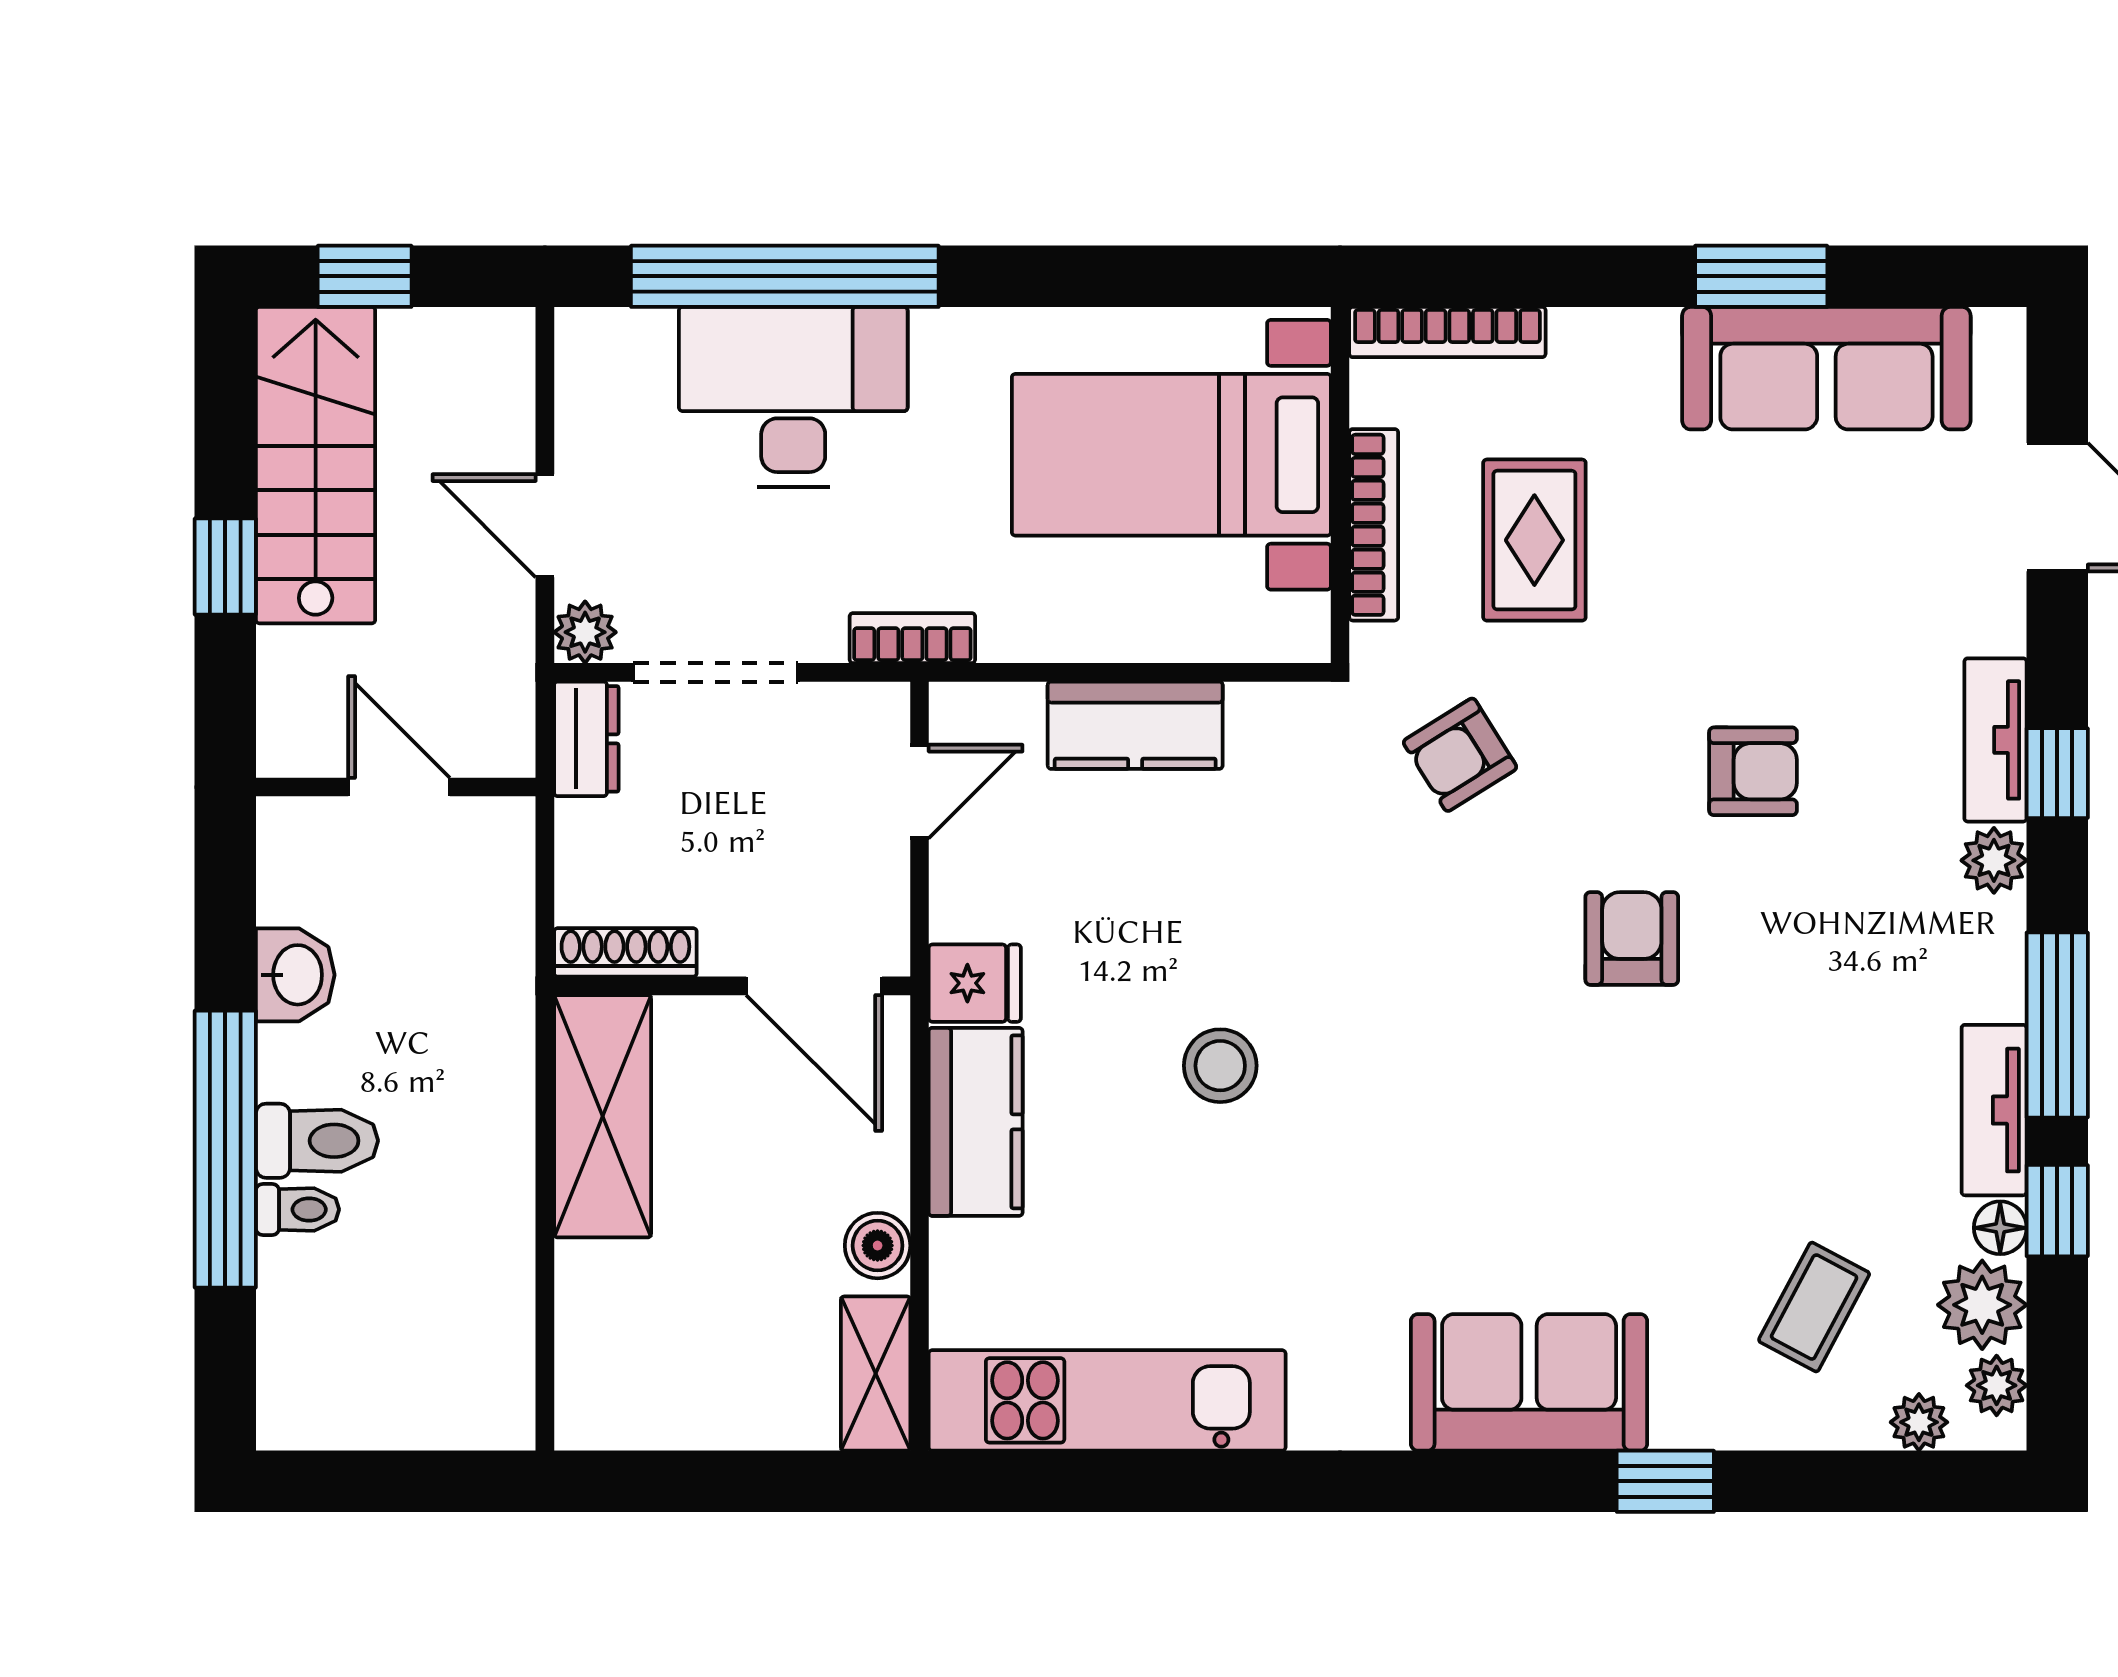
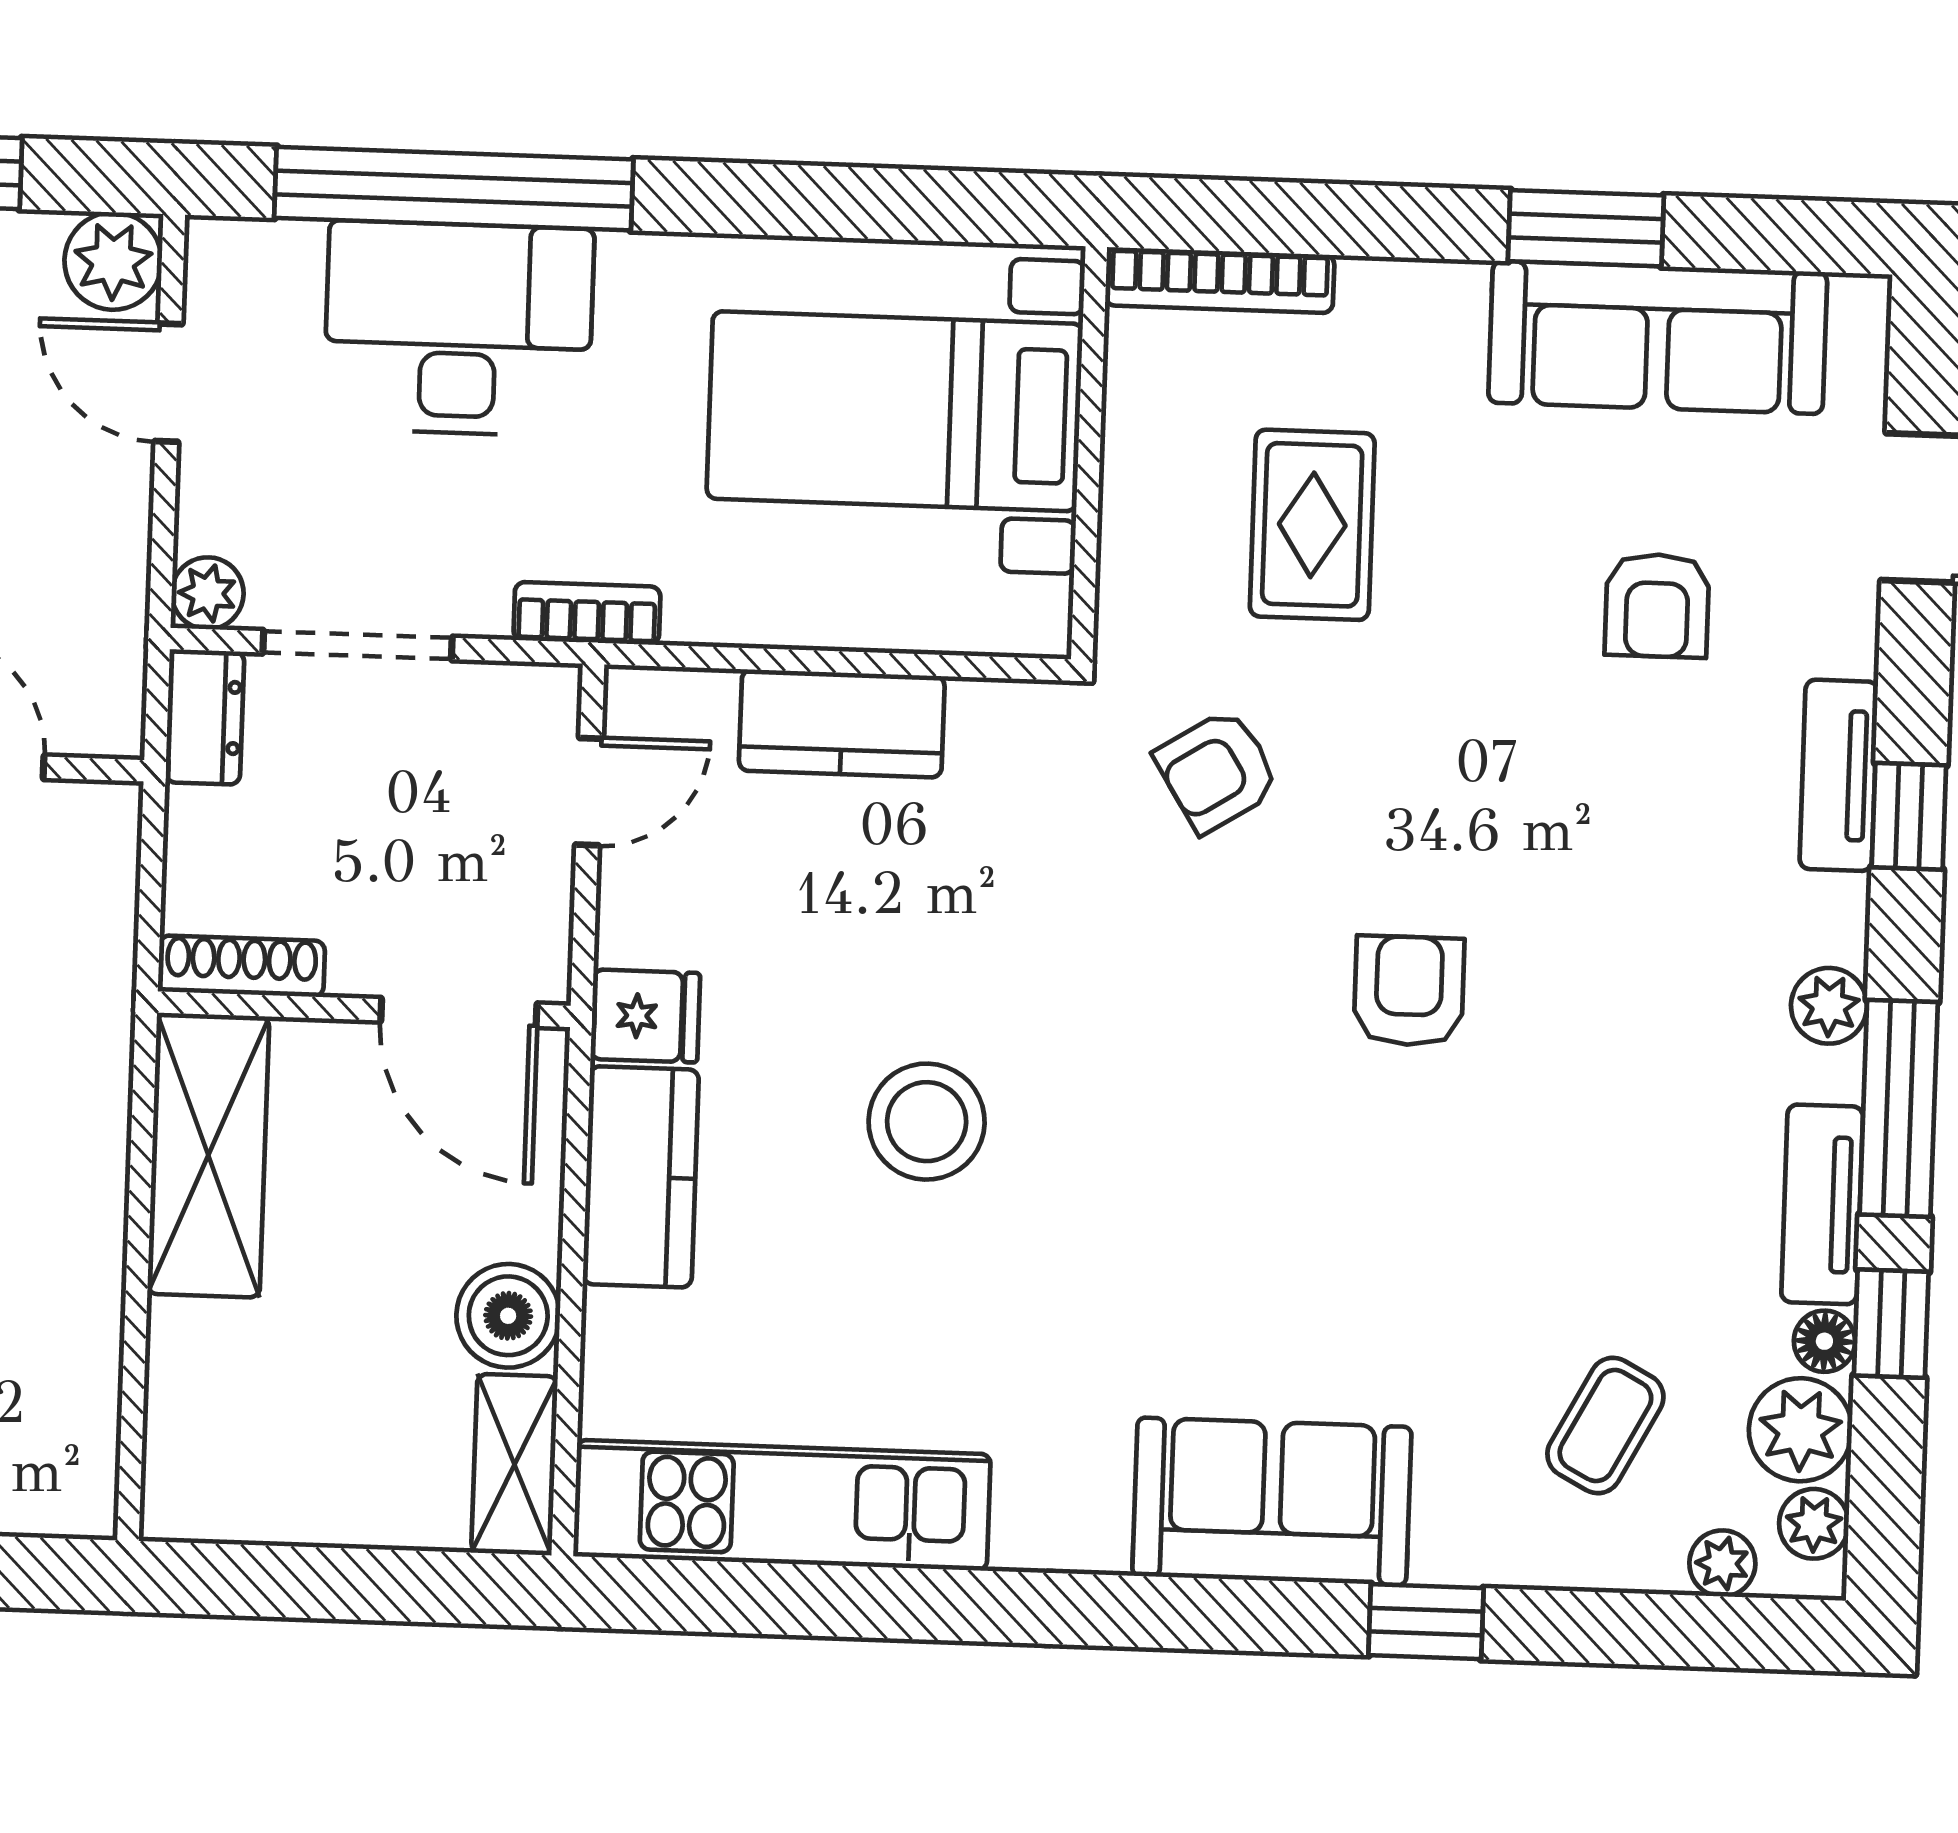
plant: (494, 349) -> (113, 261), added
bookcase: (1374, 525) -> (1126, 501), removed
door: (545, 526) -> (168, 383), moved
armchair: (1753, 771) -> (1657, 606), moved, turned 90
plant: (1994, 860) -> (1829, 1006), moved
stool: (1220, 1066) -> (927, 1122), width x1.38, depth x1.38
boiler: (878, 1246) -> (508, 1316), width x1.36, depth x1.36

